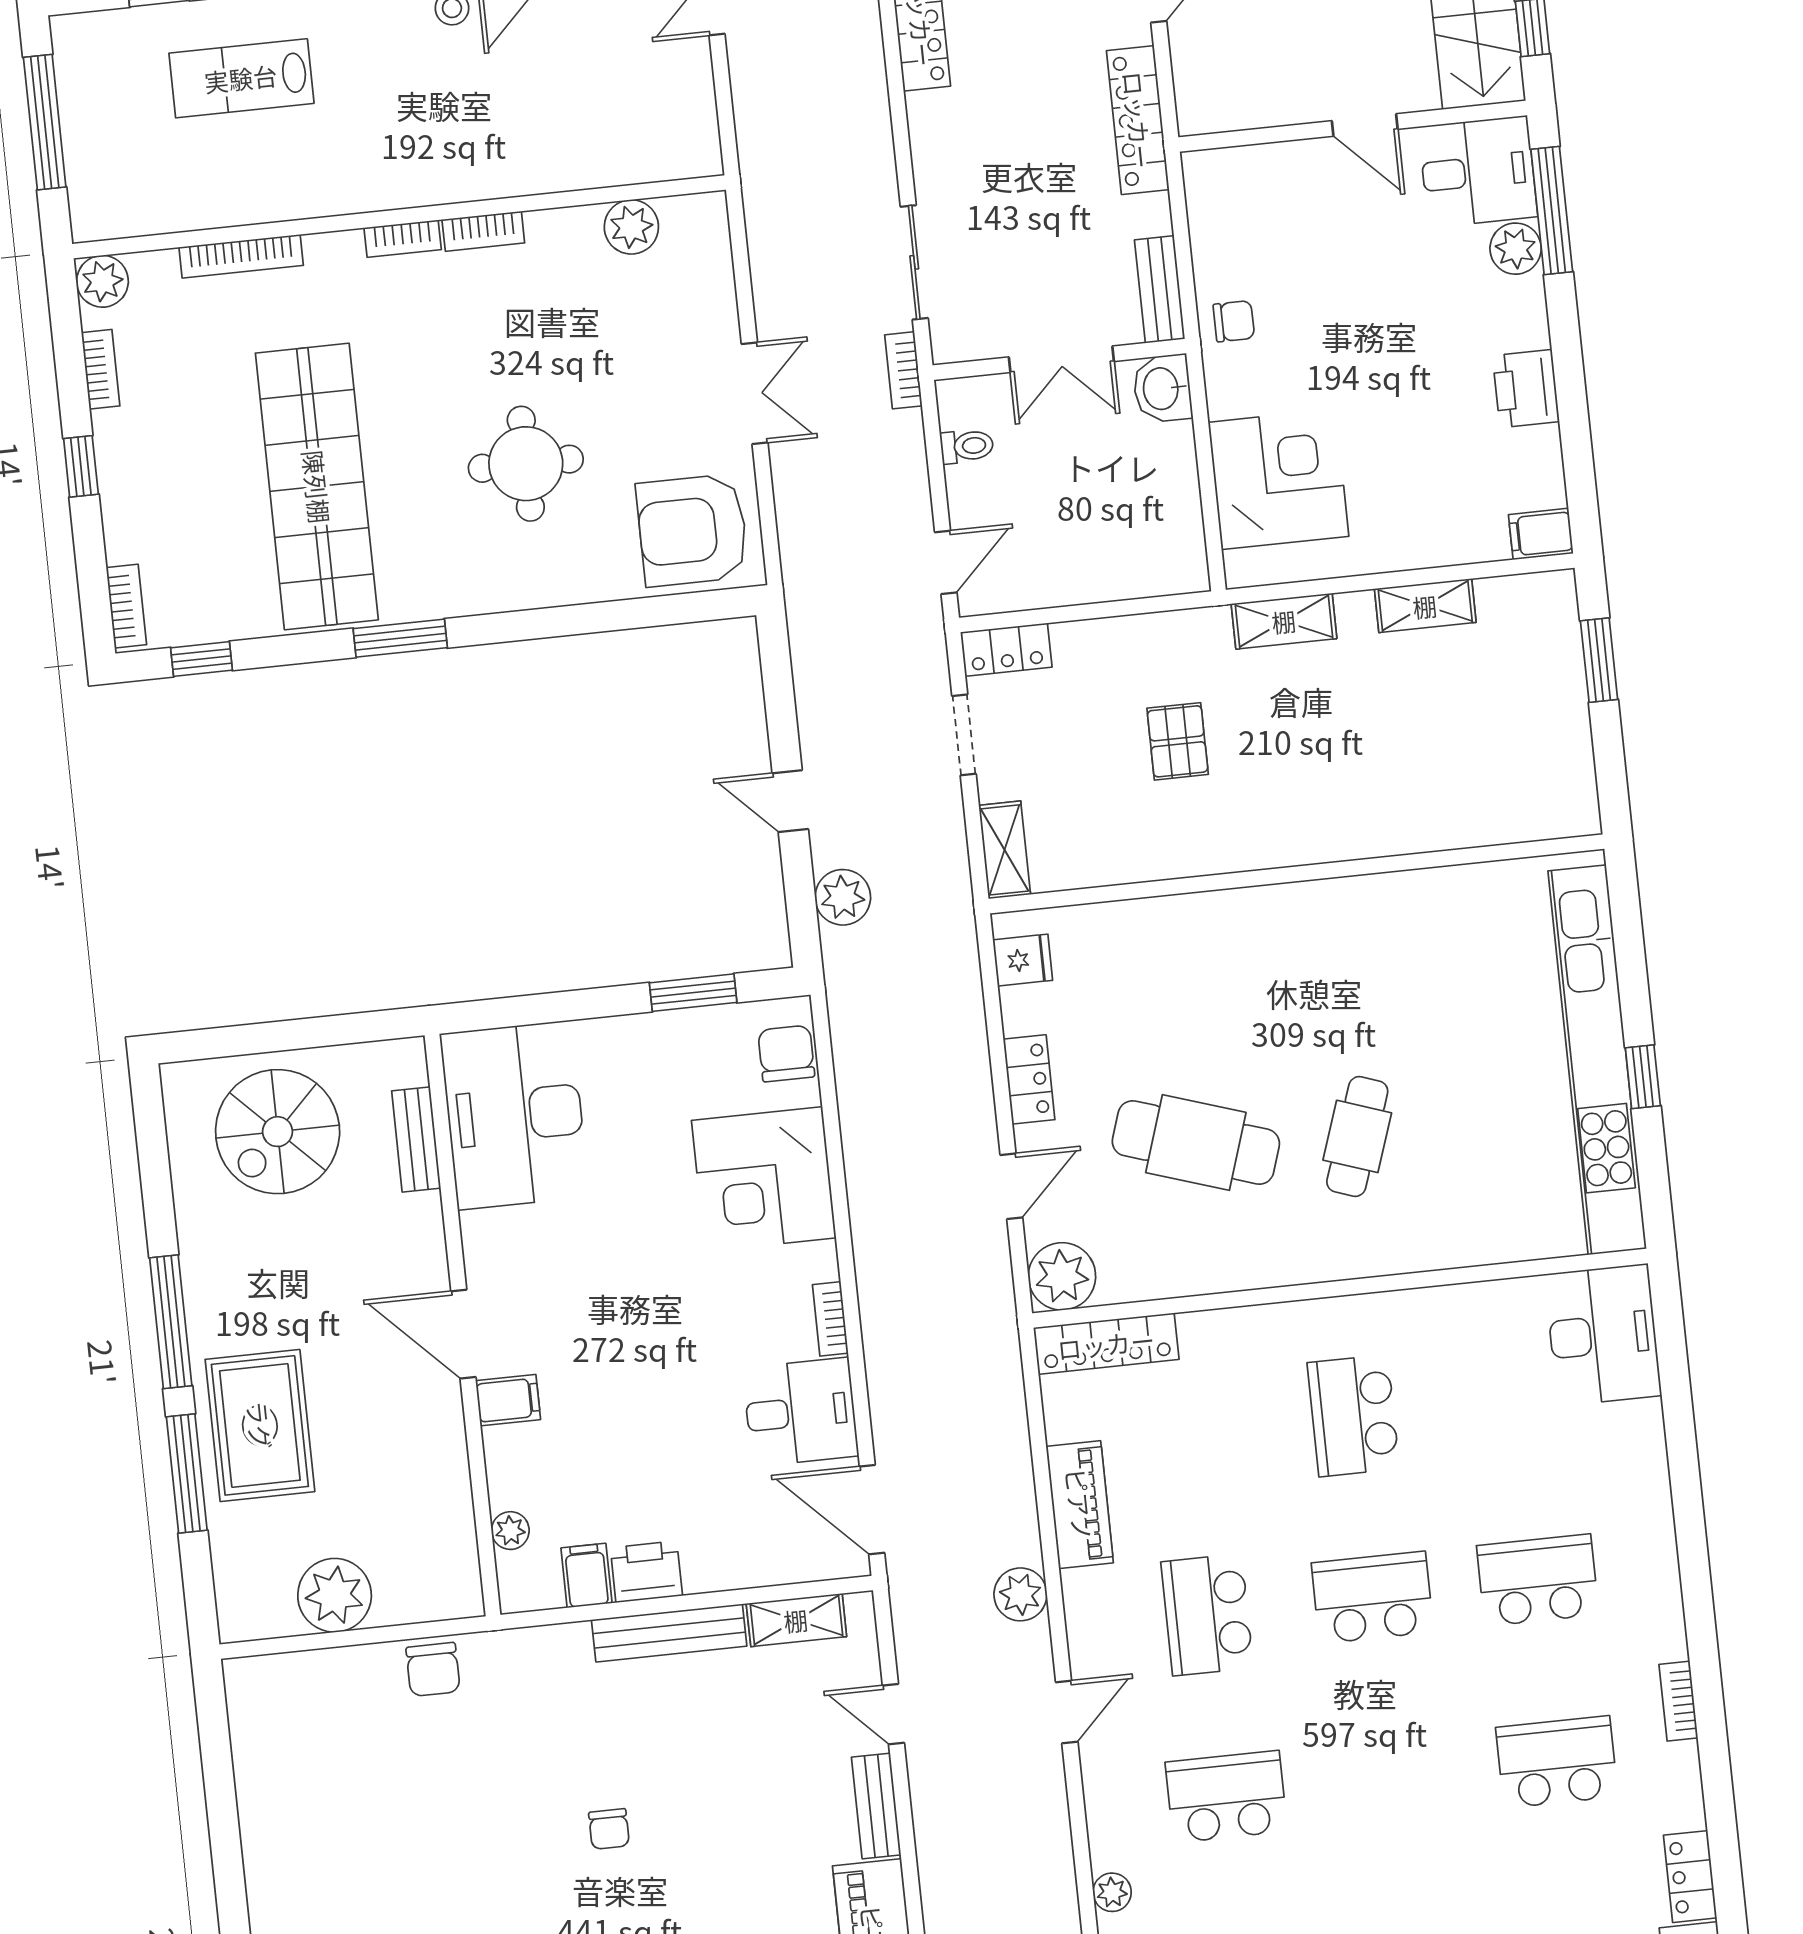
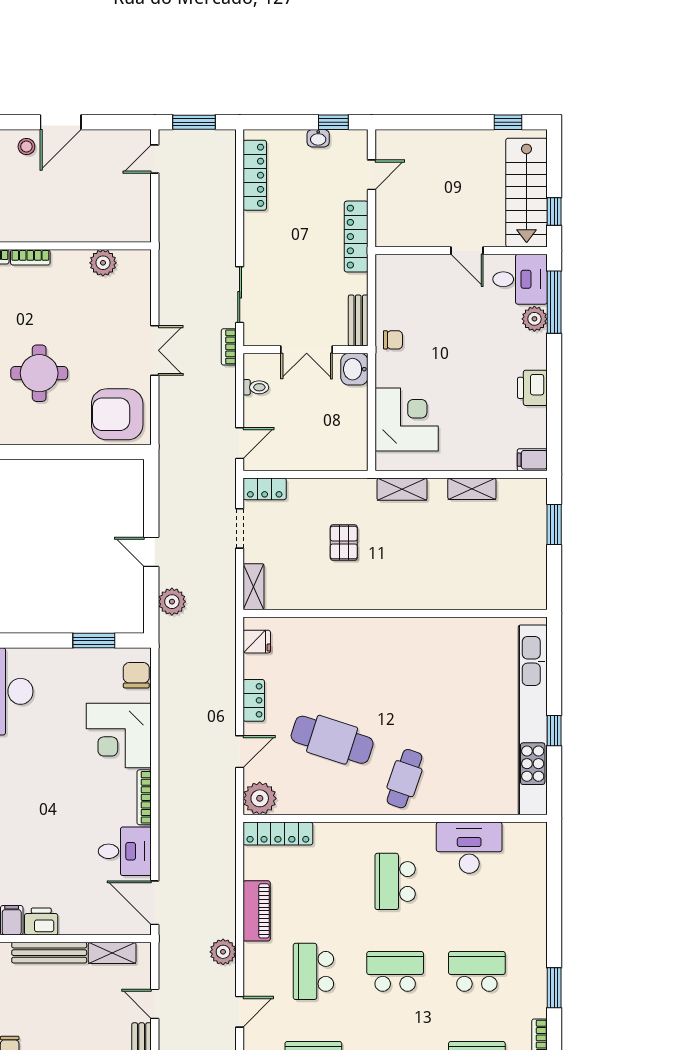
cafe table: (1357, 1136) -> (405, 779), moved
bookcase: (830, 1319) -> (144, 797), width x1.56
desk: (1603, 1335) -> (469, 848), moved, turned -90
window: (1697, 1597) -> (554, 988), added

